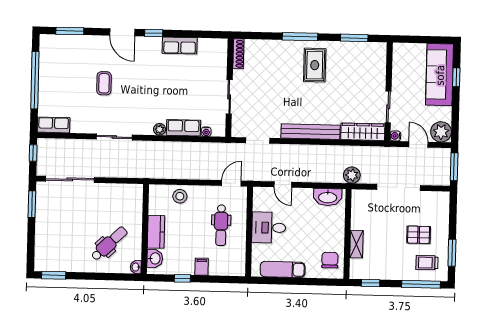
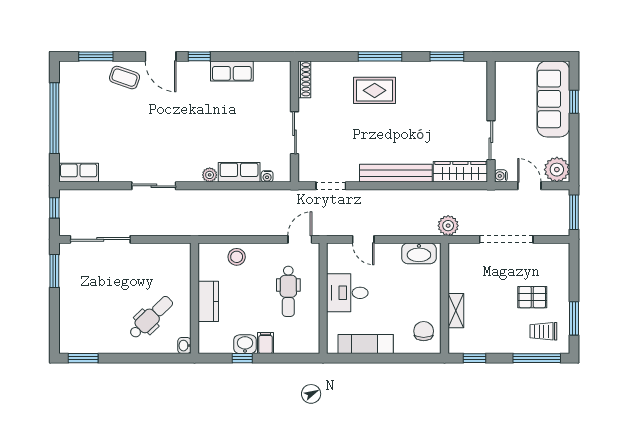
rug: (315, 65) -> (375, 90), moved, turned 90
coffee table: (104, 83) -> (125, 78), moved, turned -71
washbasin: (155, 258) -> (245, 344), moved, turned -90

